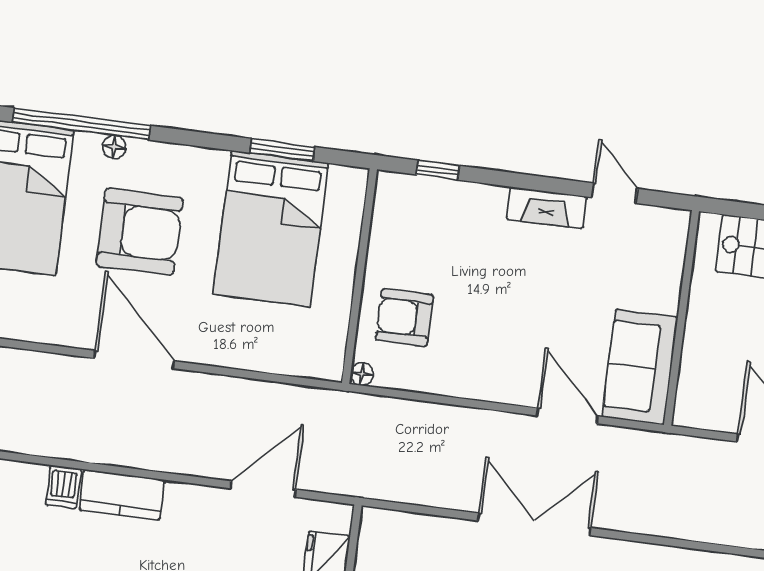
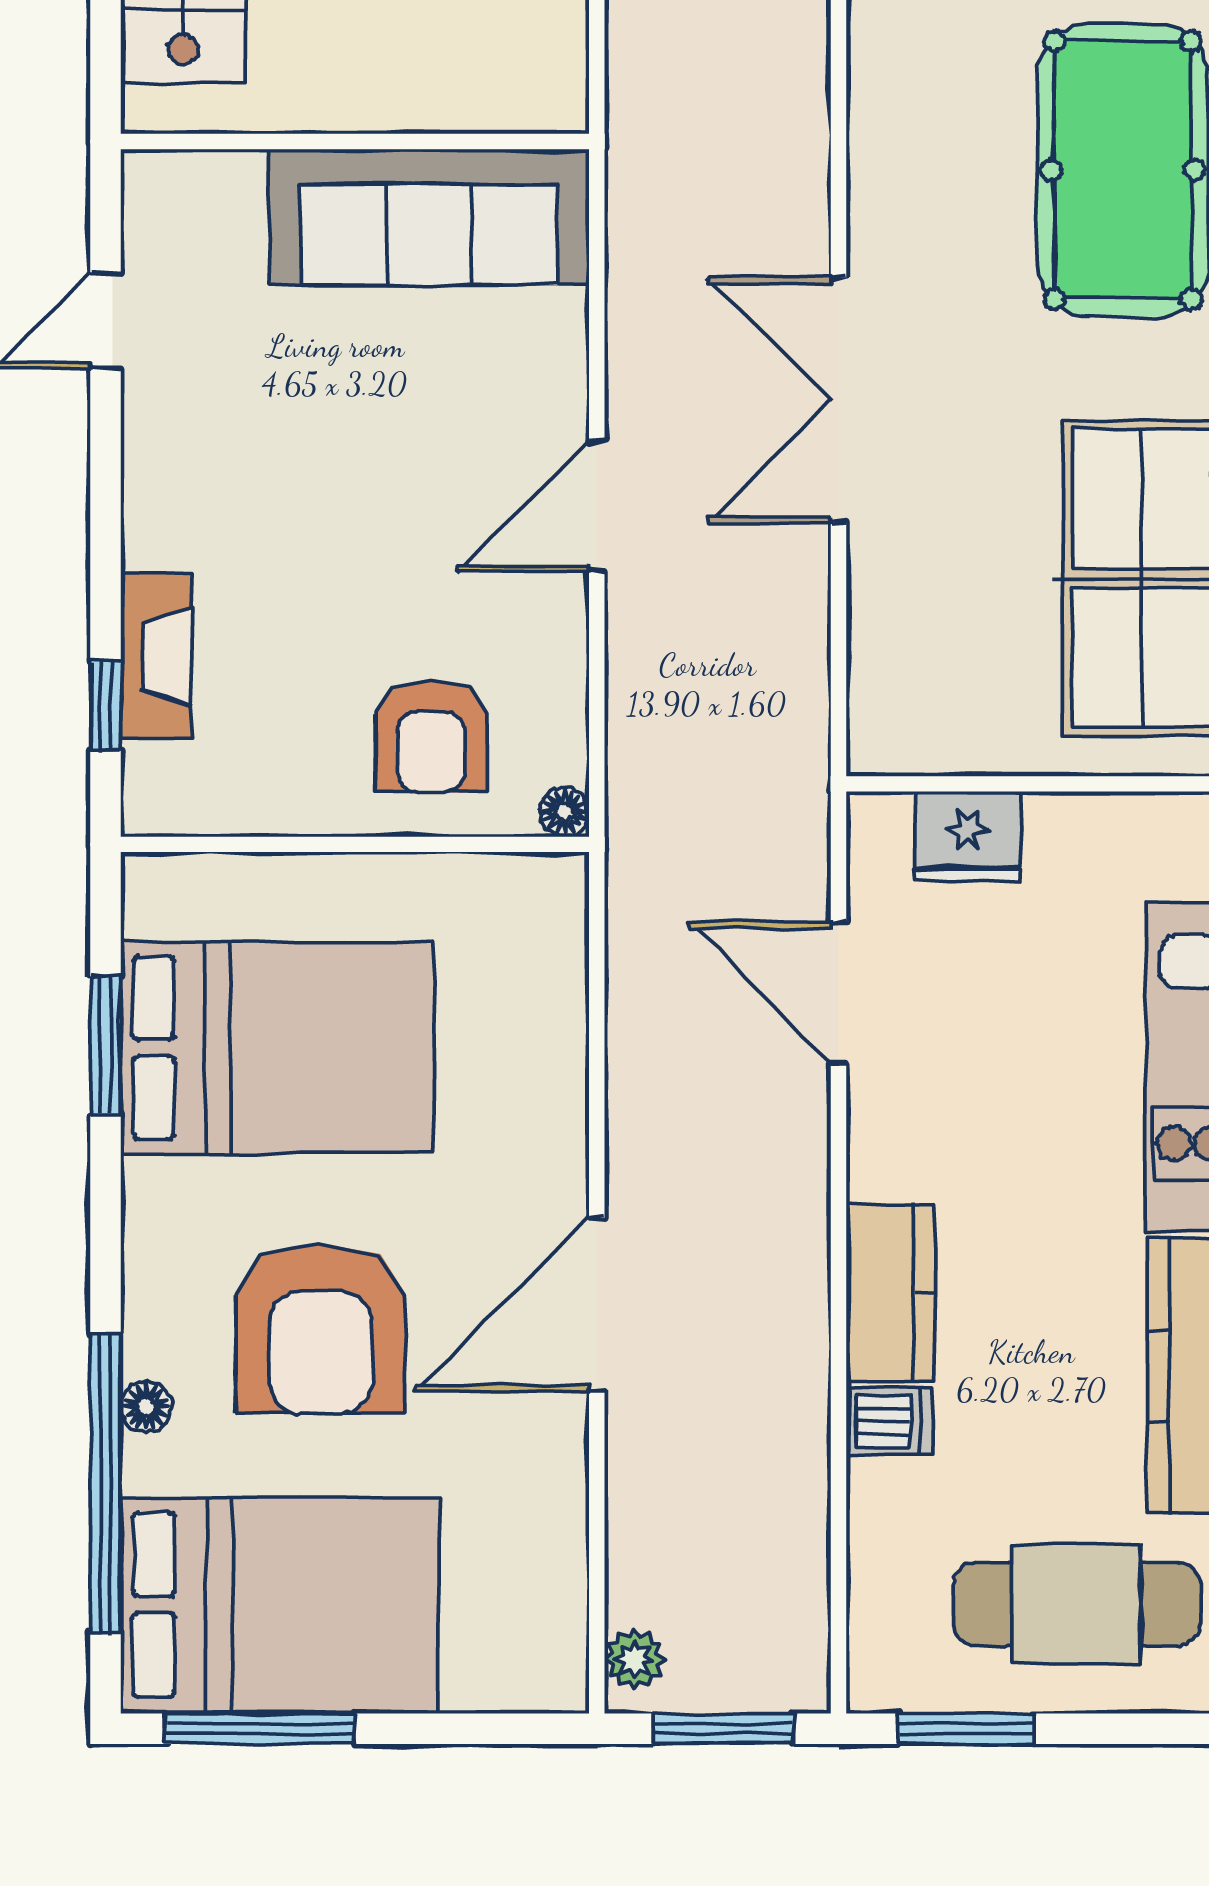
fireplace: (546, 208) -> (156, 656), moved
armchair: (140, 232) -> (321, 1329), turned 180
sofa: (640, 367) -> (429, 217), width x1.36
door: (567, 416) -> (597, 506), moved

